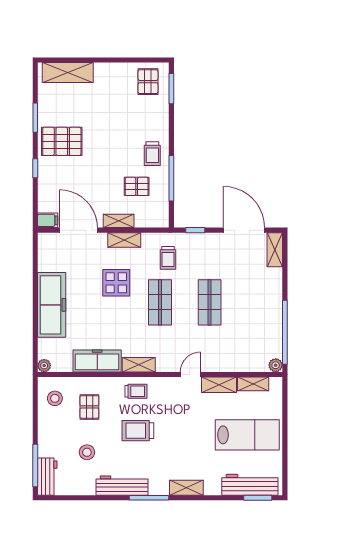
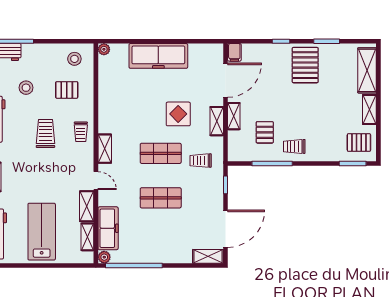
shelving: (111, 70) -> (369, 110), added
freezer: (97, 361) -> (108, 228), moved
shelving: (139, 365) -> (105, 149), moved
lab bench: (247, 435) -> (42, 232), turned 180

